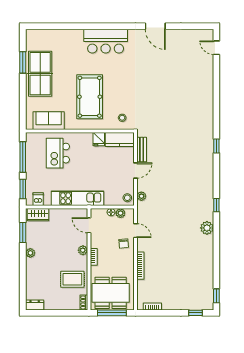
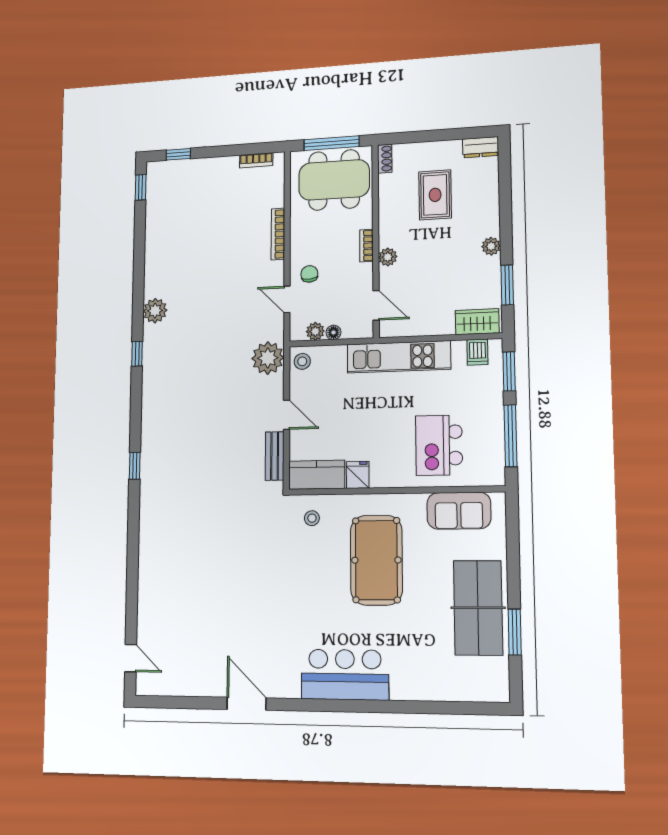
kitchen island: (58, 153) -> (439, 445), turned 180
door: (135, 170) -> (286, 415), swing flipped
plant: (141, 196) -> (268, 358), width x1.88, depth x1.88
rug: (72, 279) -> (435, 195), moved, turned 90

